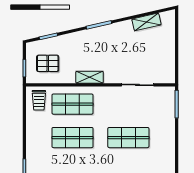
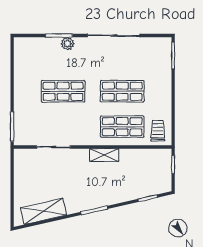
shelving: (146, 22) -> (44, 211), width x1.50, depth x1.33
pallet: (48, 63) -> (148, 170), removed

